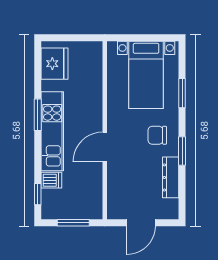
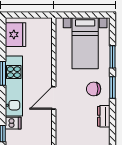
window: (182, 151) -> (112, 88), moved
dresser: (171, 177) -> (104, 116), width x0.70

